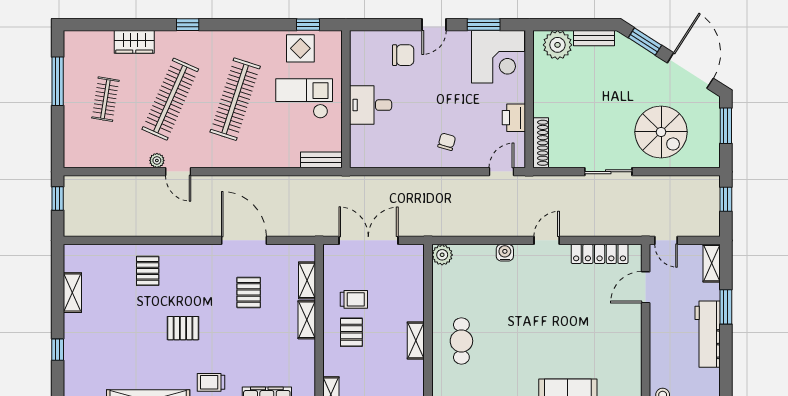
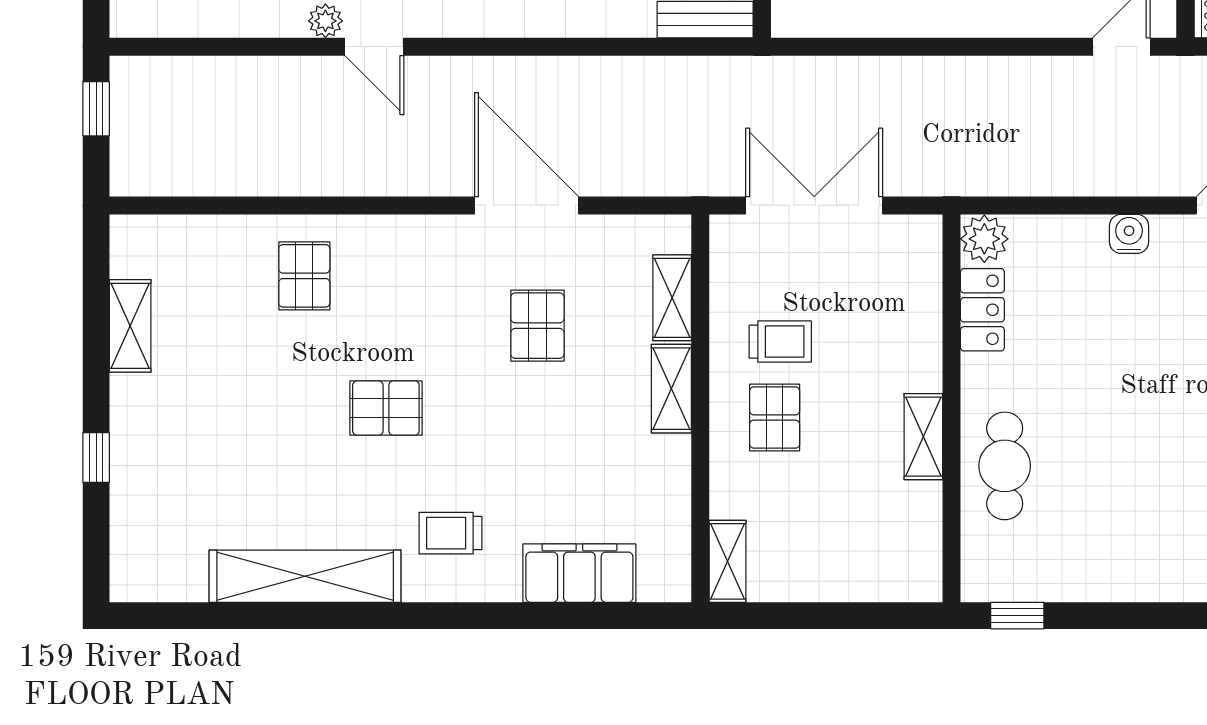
locker: (441, 286) -> (982, 310), added
cafe table: (461, 341) -> (1005, 466), moved

